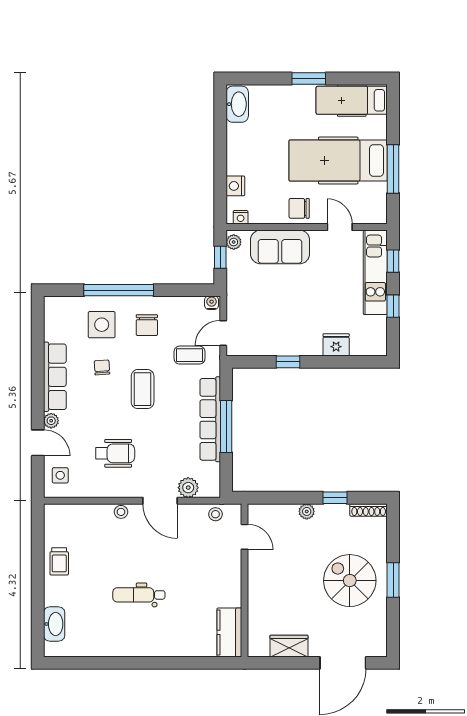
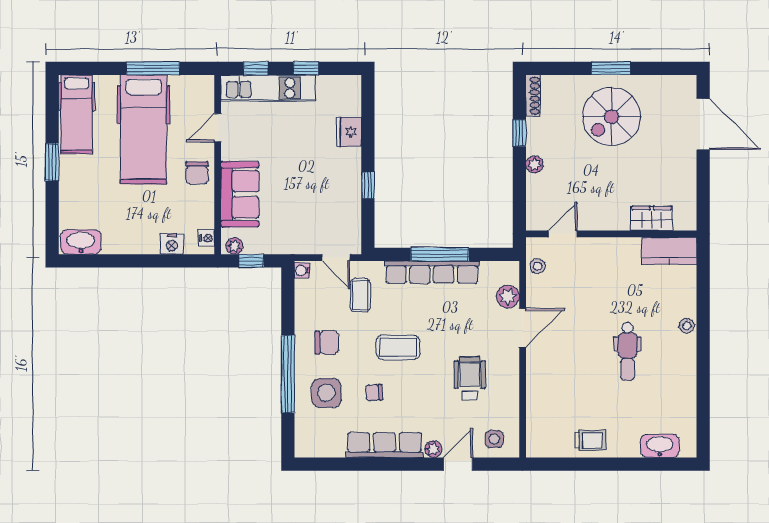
stool: (121, 512) -> (687, 326), moved
wardrobe: (289, 646) -> (652, 218), moved, turned 90

